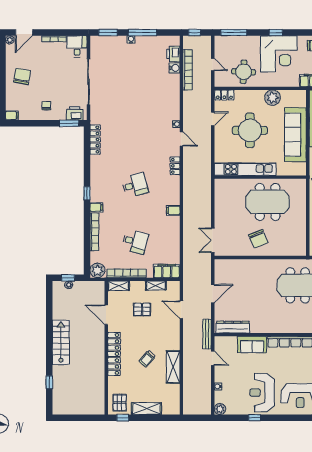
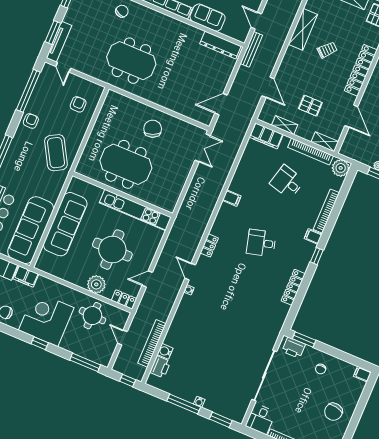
plant: (272, 98) -> (96, 284), moved
locker: (95, 140) -> (293, 287), moved
door: (213, 294) -> (221, 104), moved

